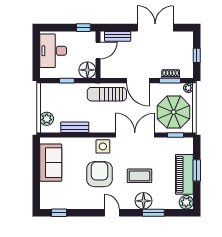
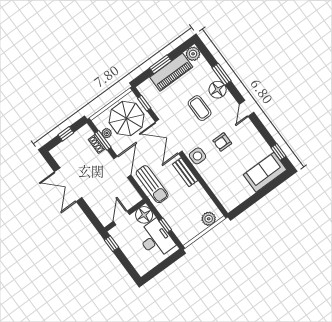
bench: (118, 36) -> (98, 210), removed
door: (98, 50) -> (121, 218), hinge flipped
desk: (53, 51) -> (156, 239), moved, turned -90
plant: (188, 88) -> (107, 133), moved
bench: (75, 127) -> (185, 172), moved
sofa: (51, 163) -> (265, 172), moved
armchair: (99, 174) -> (222, 142), width x0.53, depth x0.53

